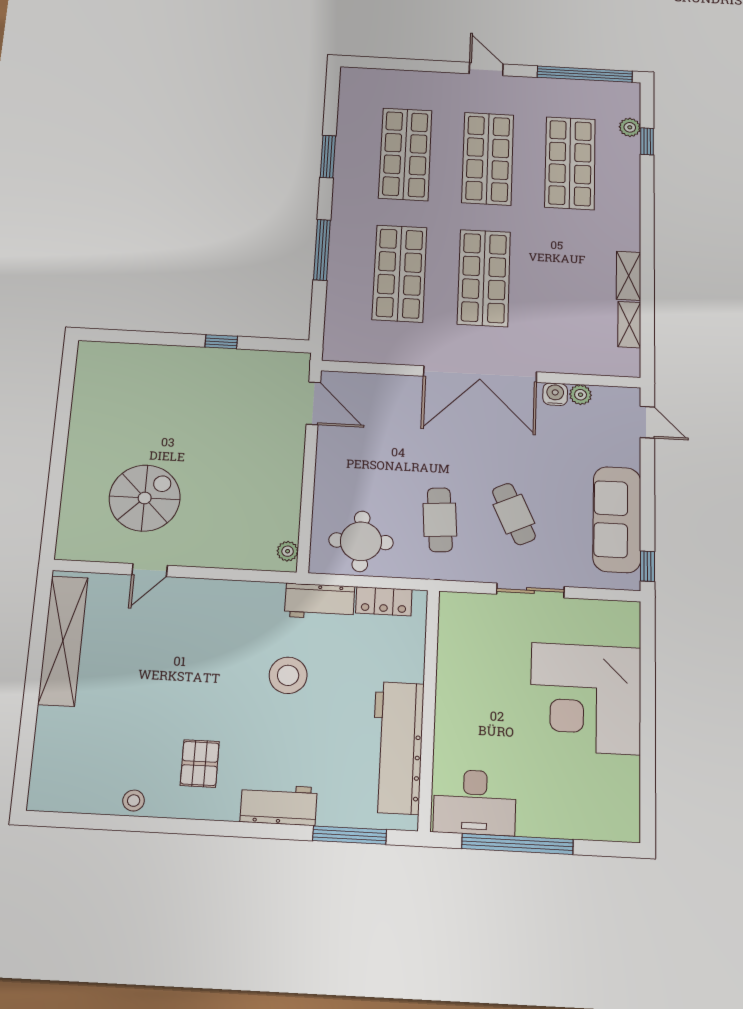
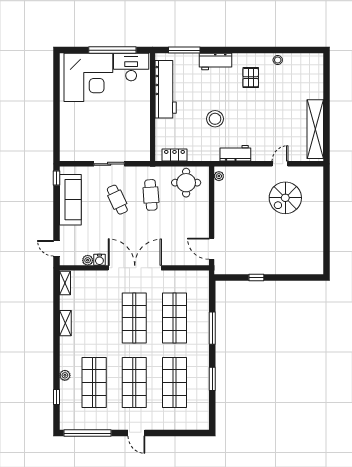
plant: (630, 127) -> (65, 375), moved
shelving: (629, 325) -> (65, 283), moved
workbench: (320, 601) -> (235, 153), moved
corner desk: (586, 698) -> (88, 77), moved, turned 90

